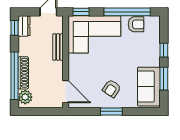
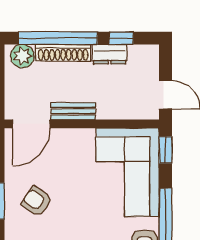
dresser: (24, 26) -> (110, 54), moved
window: (14, 28) -> (121, 38), moved
bench: (58, 47) -> (73, 111), moved

